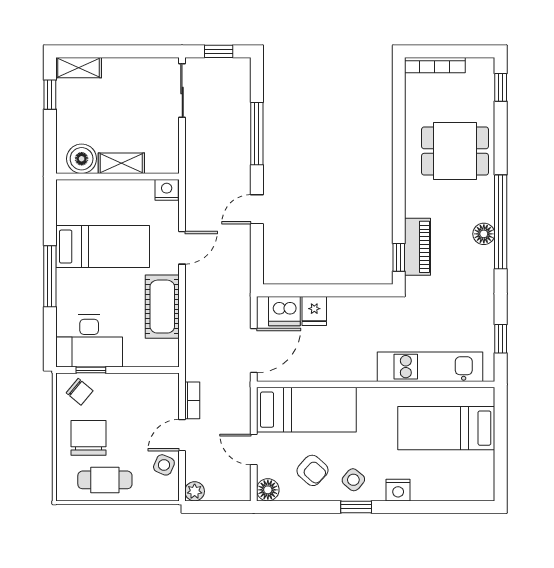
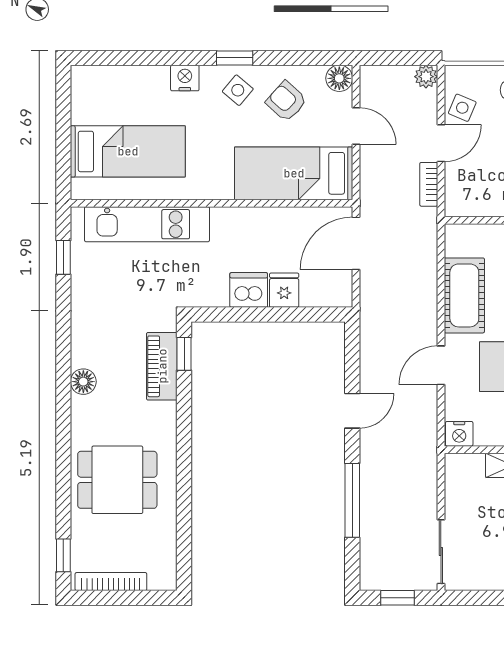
bookcase: (435, 65) -> (111, 582), moved
window: (501, 222) -> (63, 396), removed
dishwasher: (284, 311) -> (249, 290), moved

